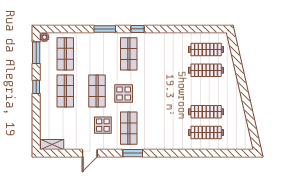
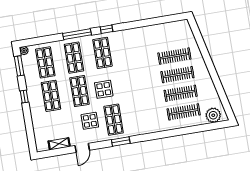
window: (105, 29) -> (77, 34), width x1.44
clothes rail: (206, 50) -> (177, 75), moved
shop shelf: (97, 54) -> (74, 58), added
plant: (237, 141) -> (213, 115), added
shelving: (52, 144) -> (59, 144), moved

